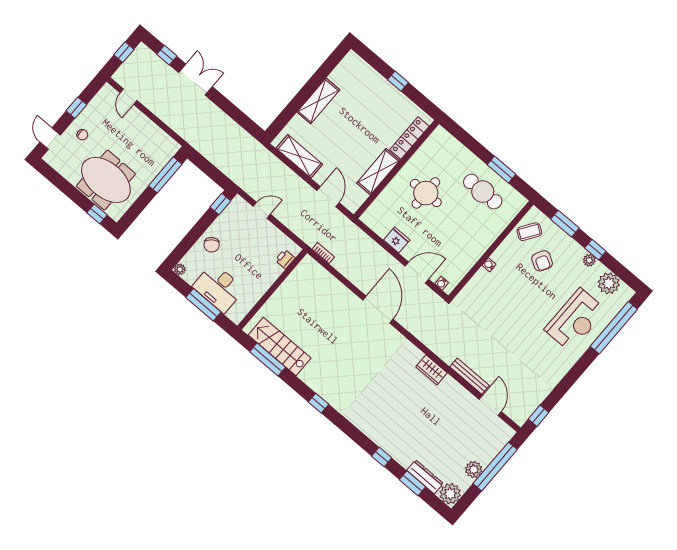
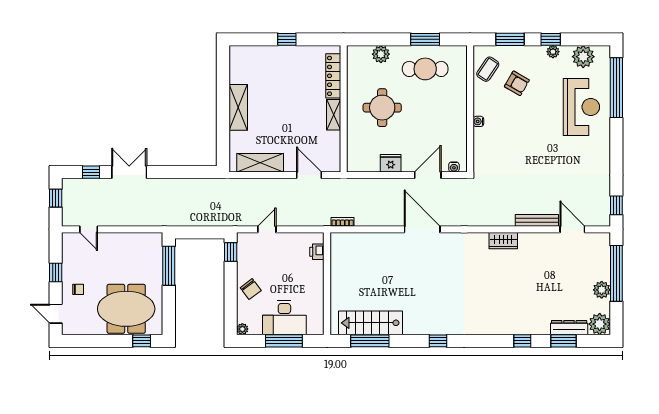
plant: (459, 152) -> (381, 54), added
shelving: (378, 172) -> (334, 115), width x0.67, depth x0.75

